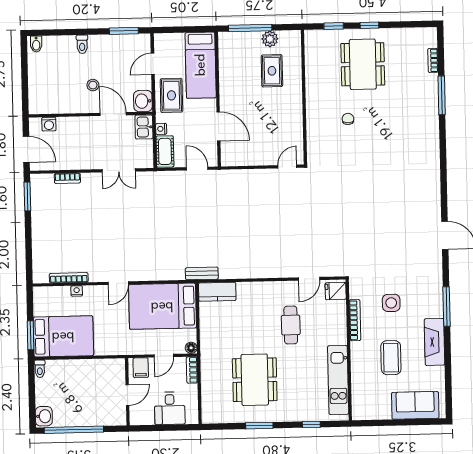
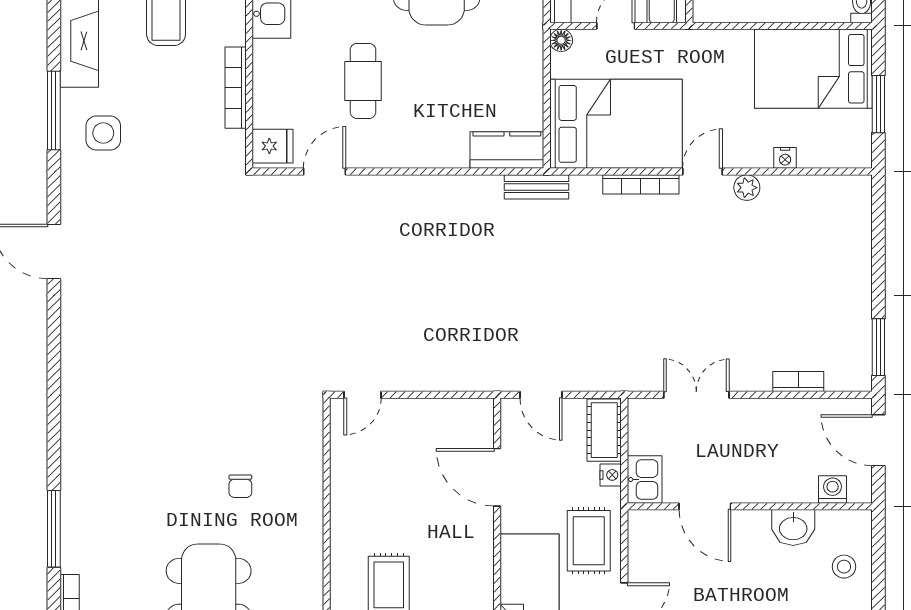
stool: (93, 85) -> (844, 567), moved
washbasin: (143, 101) -> (793, 528), moved, turned 90
plant: (96, 276) -> (747, 188), added
bookcase: (69, 278) -> (641, 184), moved
side table: (391, 303) -> (103, 133), moved
window: (31, 335) -> (878, 104), moved

